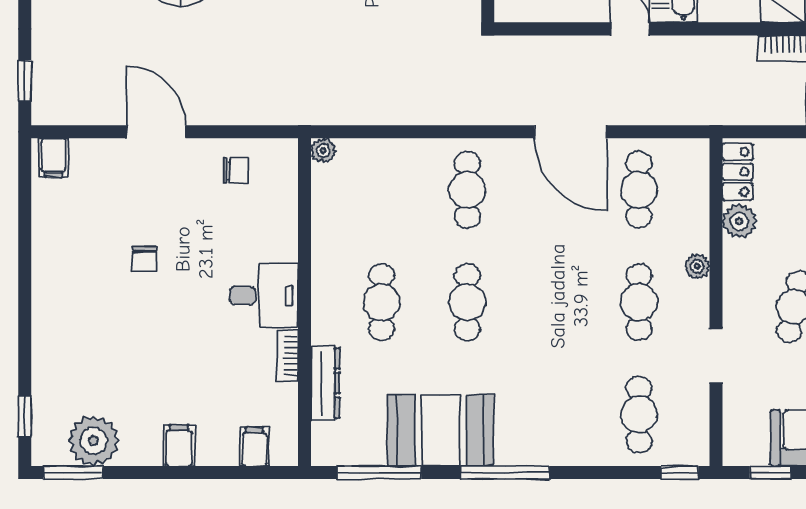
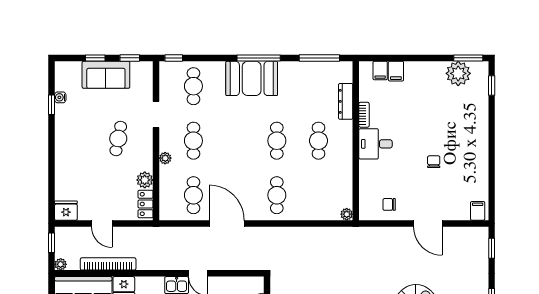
booth: (441, 430) -> (252, 78), moved
filing cabinet: (179, 445) -> (396, 71), moved

